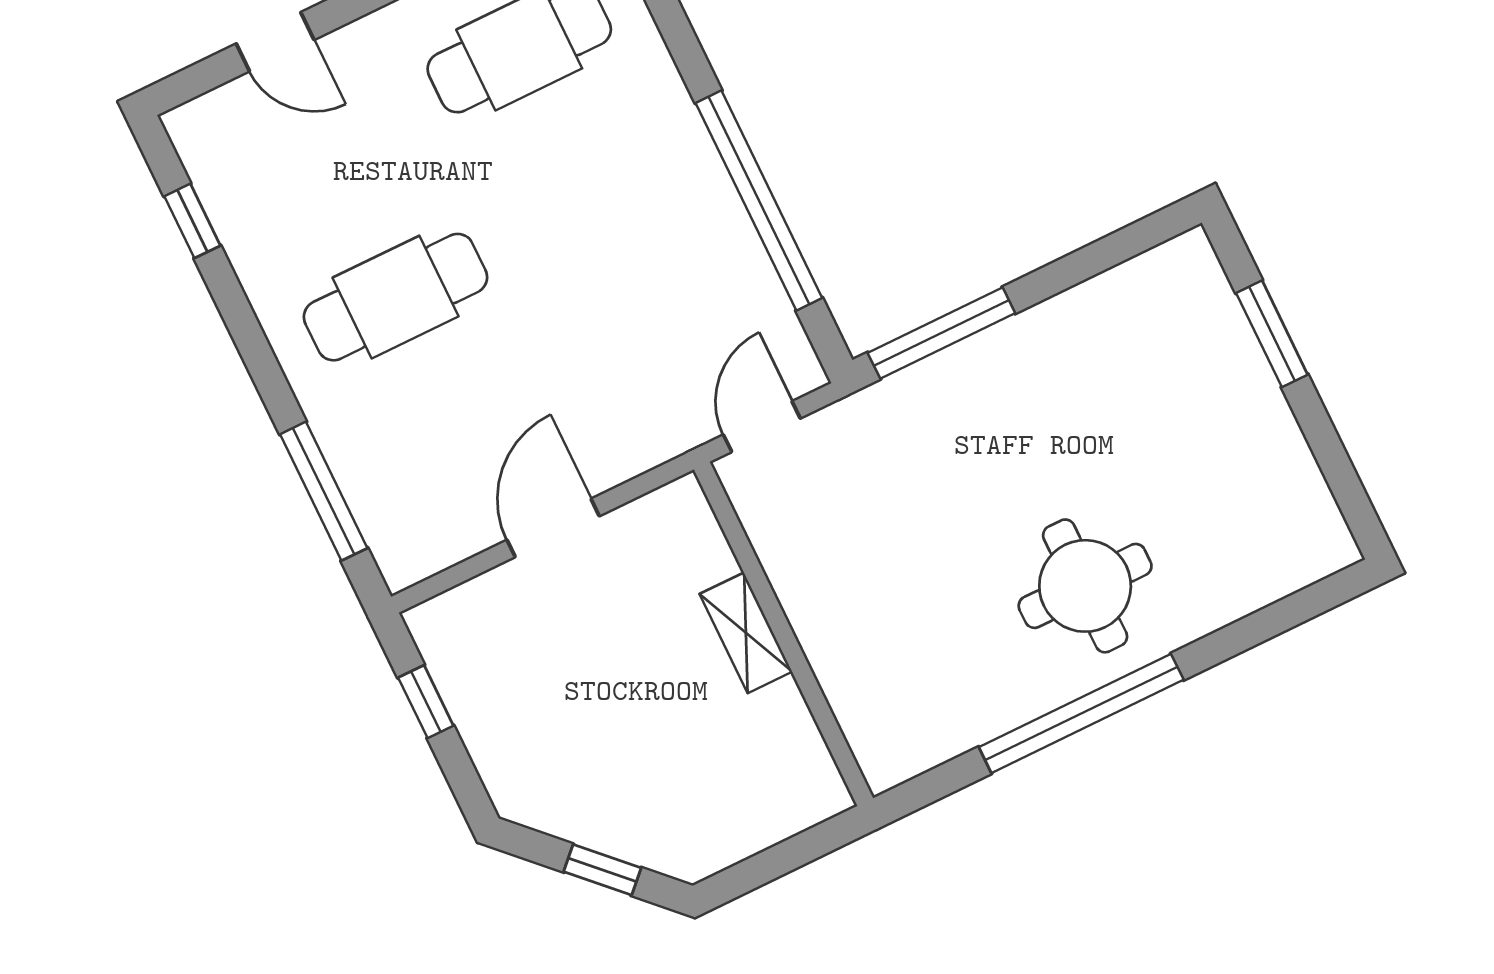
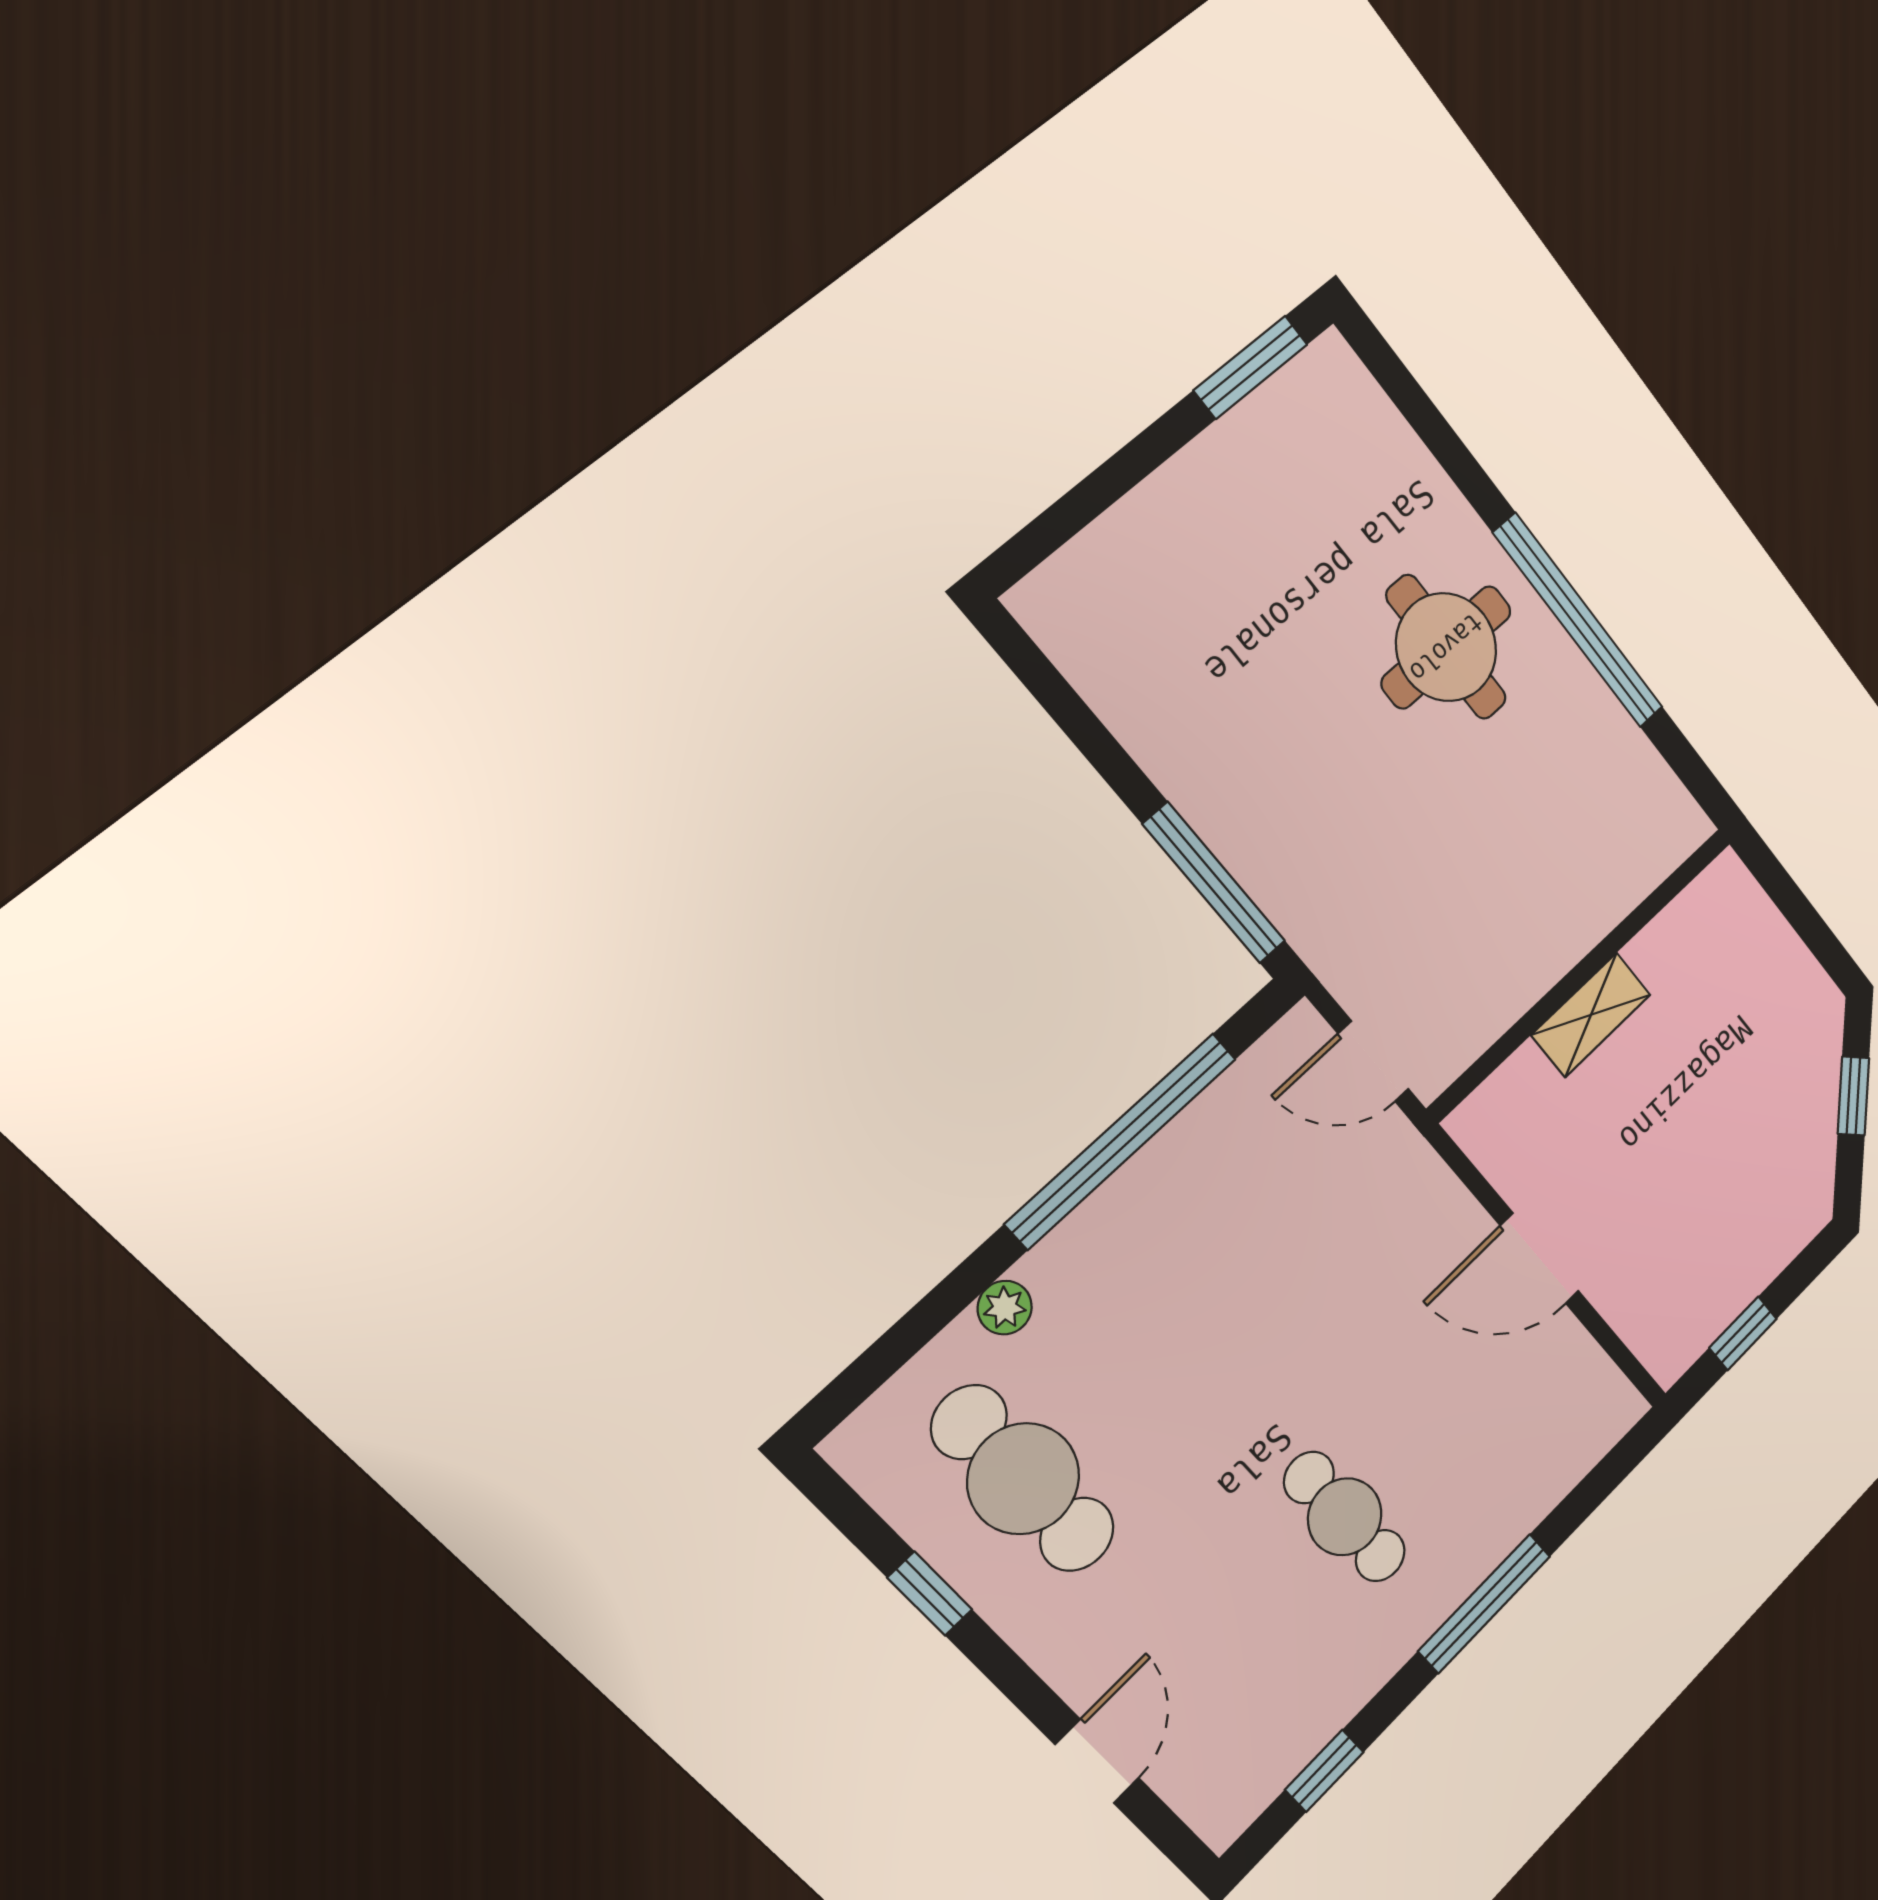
plant: (657, 73) -> (1005, 1308), added
cafe table: (396, 297) -> (1345, 1517), width x0.73, depth x0.74
window: (1272, 334) -> (1251, 367), moved
window: (324, 491) -> (1484, 1603), moved

